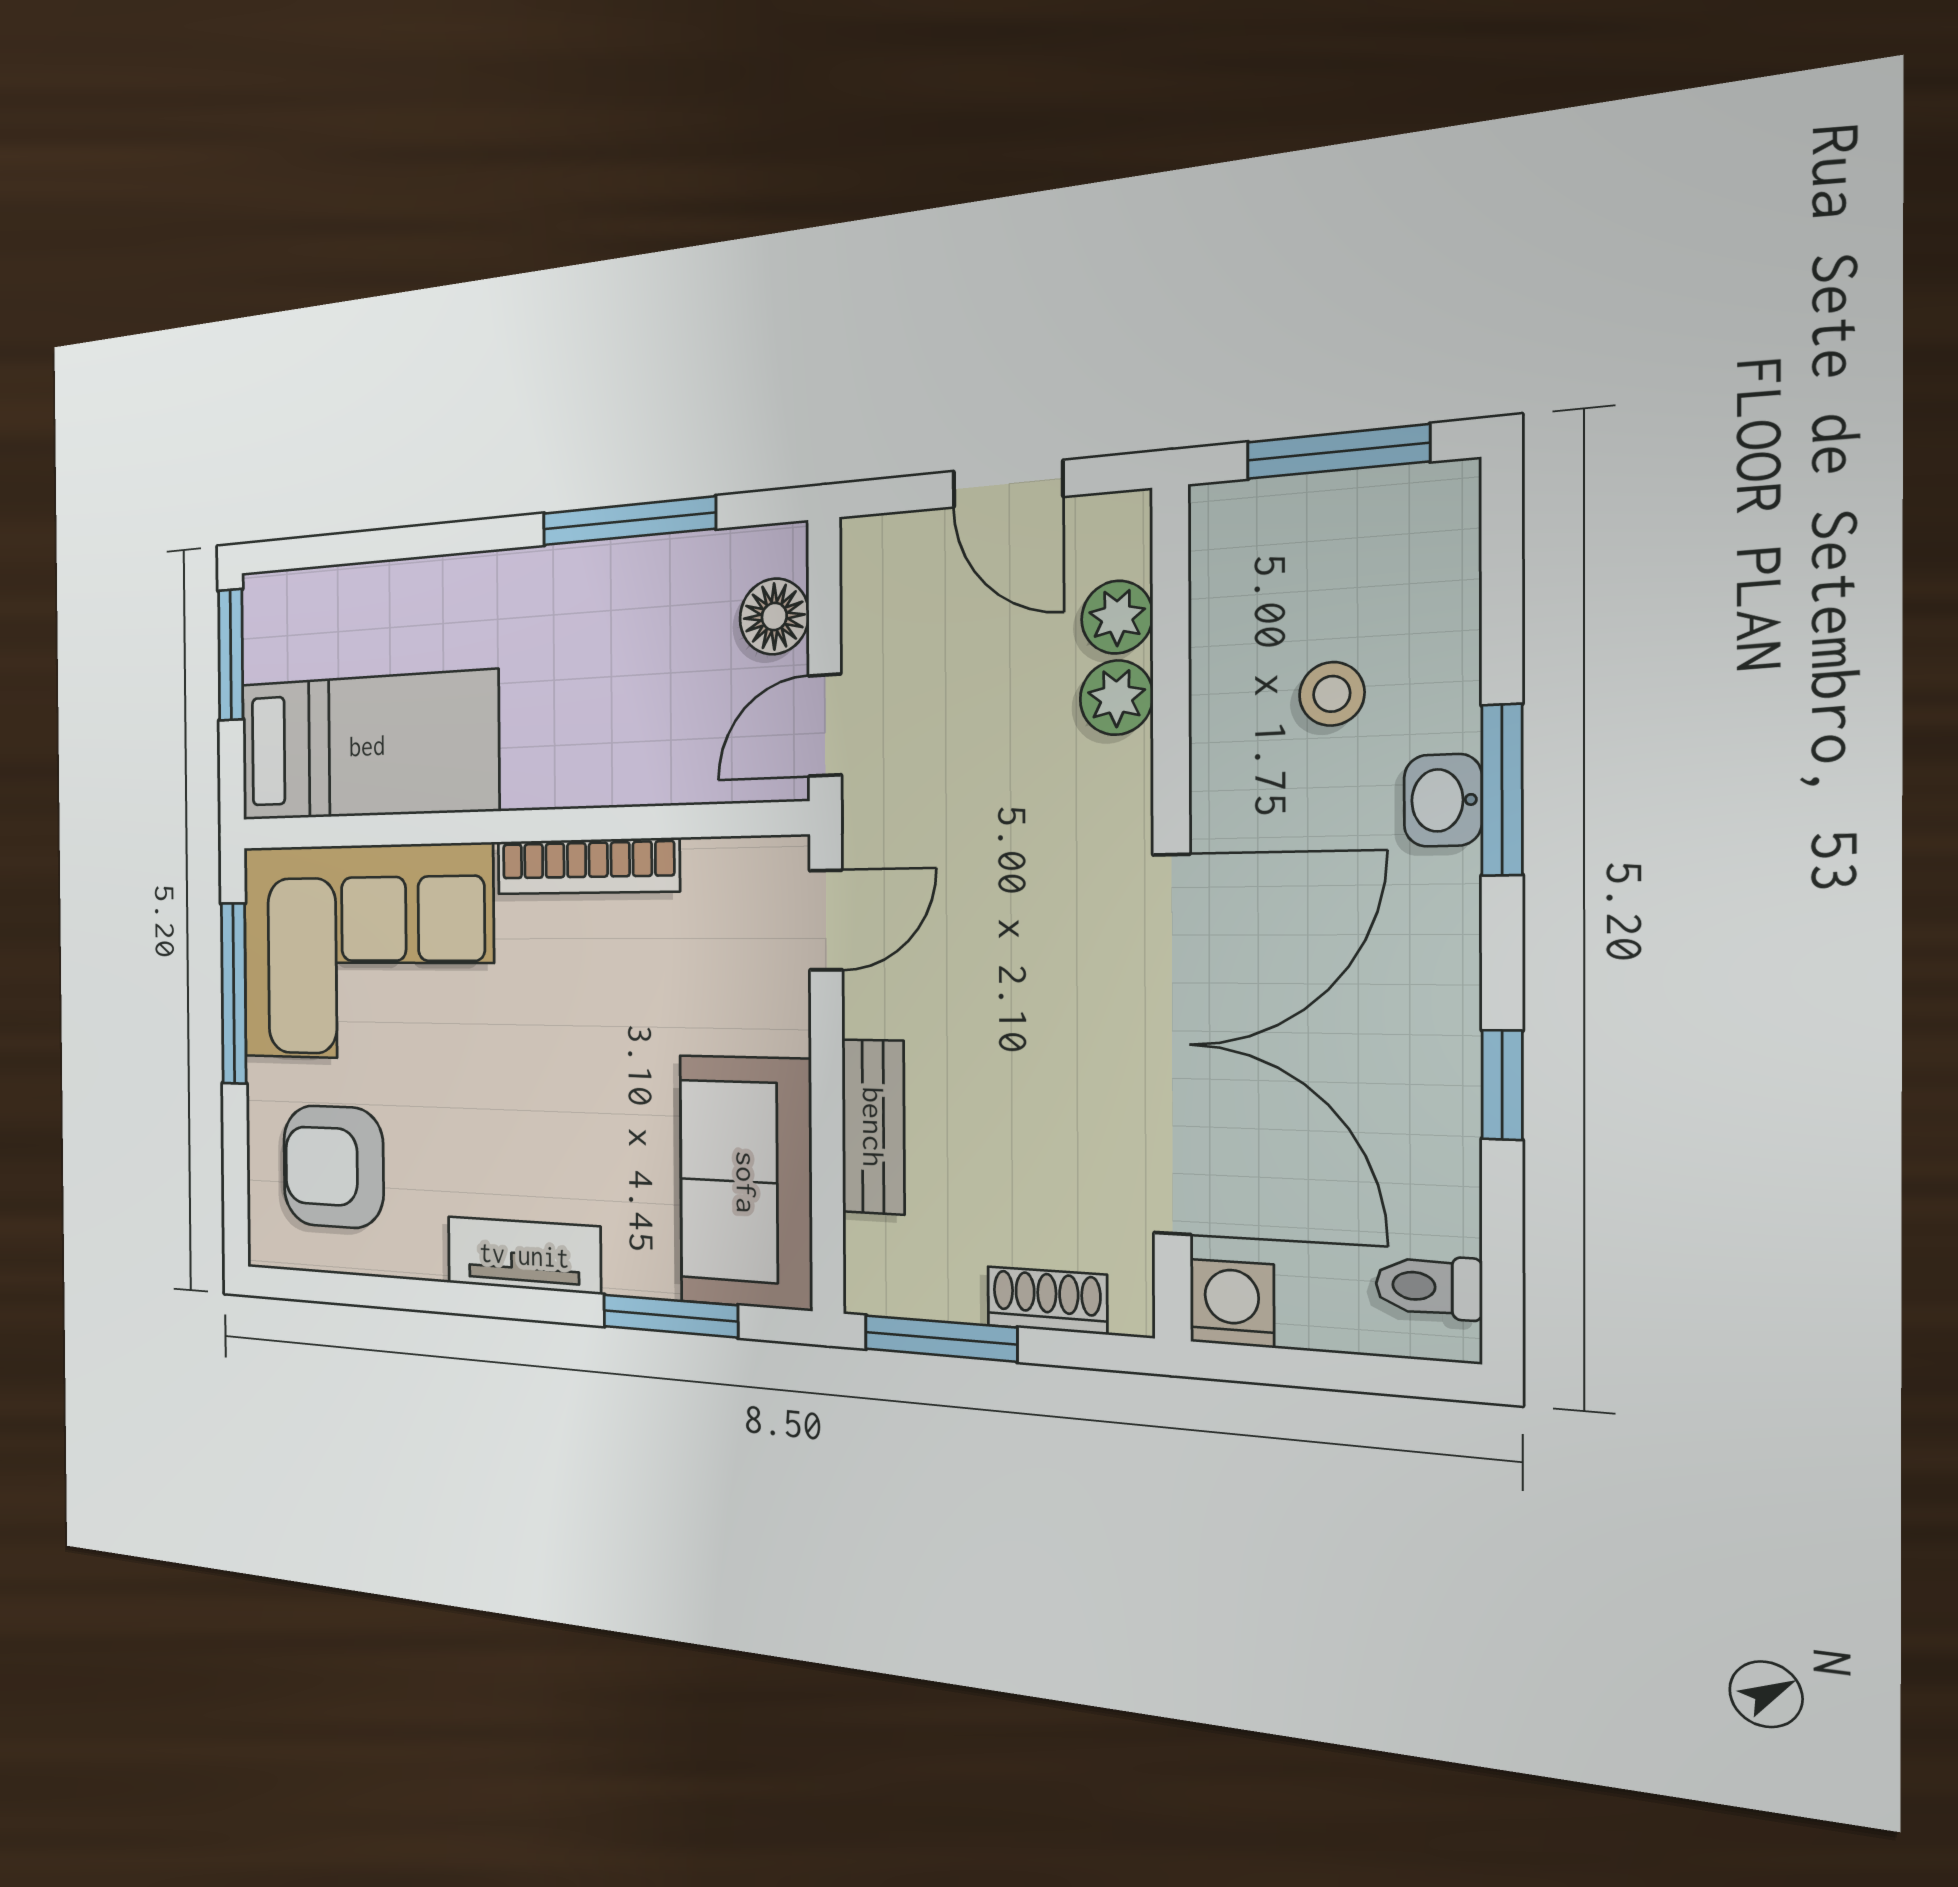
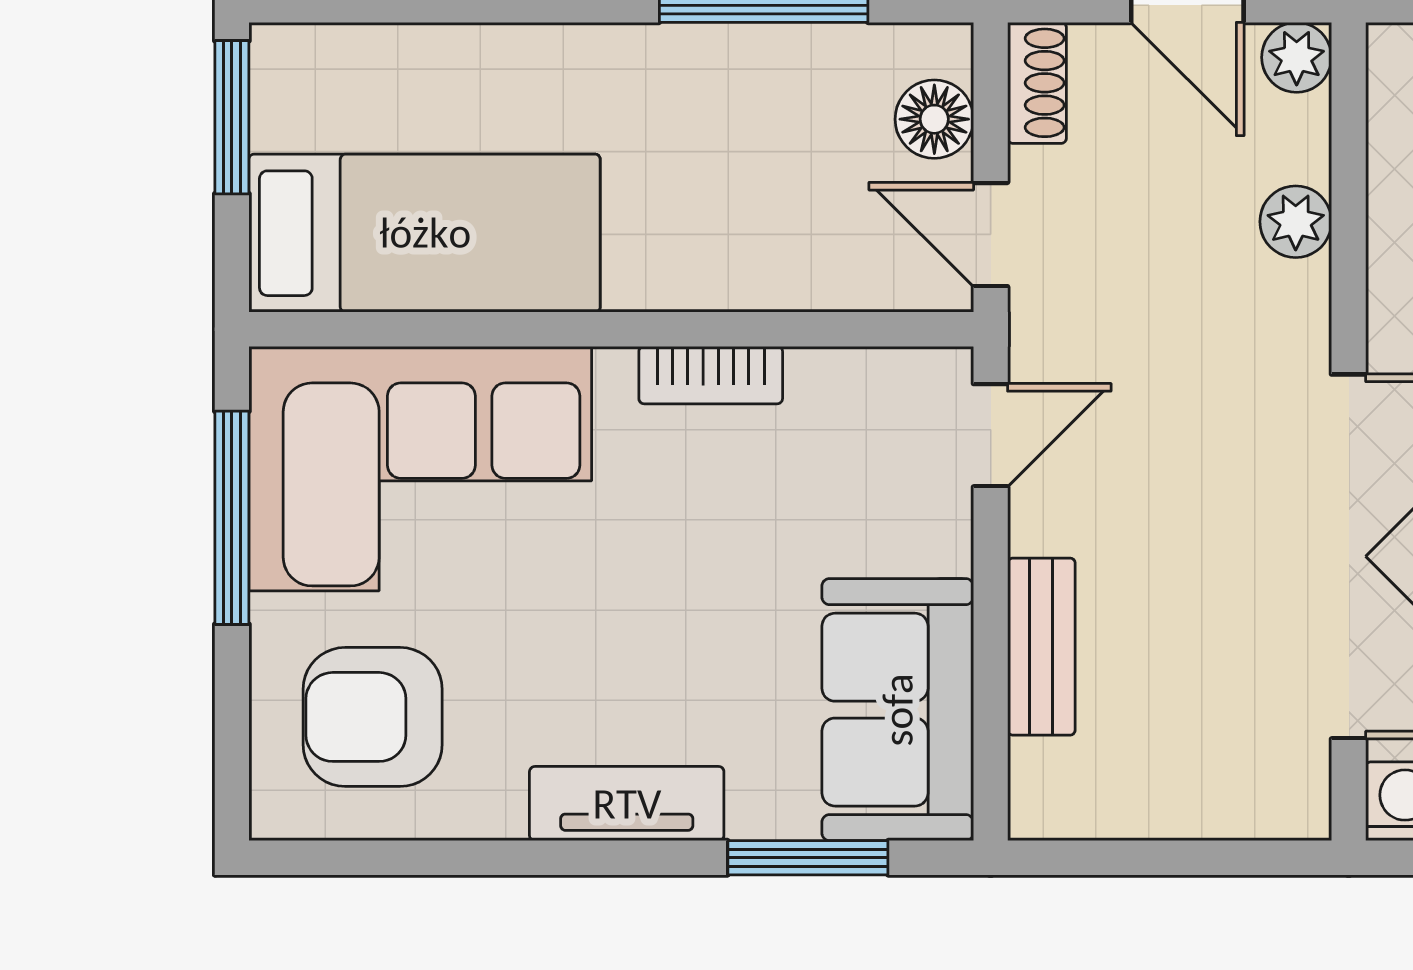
plant: (1117, 617) -> (1297, 57), moved
door: (825, 725) -> (991, 235), hinge flipped
bookcase: (587, 866) -> (711, 375), width x0.64
shoe rack: (1047, 1300) -> (1037, 83), moved, turned 90
window: (940, 1338) -> (1113, 858), removed

